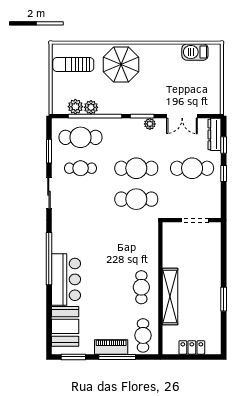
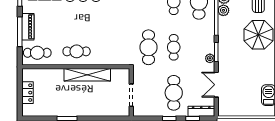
cafe table: (136, 168) -> (174, 47), width x0.73, depth x0.74
shelving: (170, 297) -> (87, 75), moved

